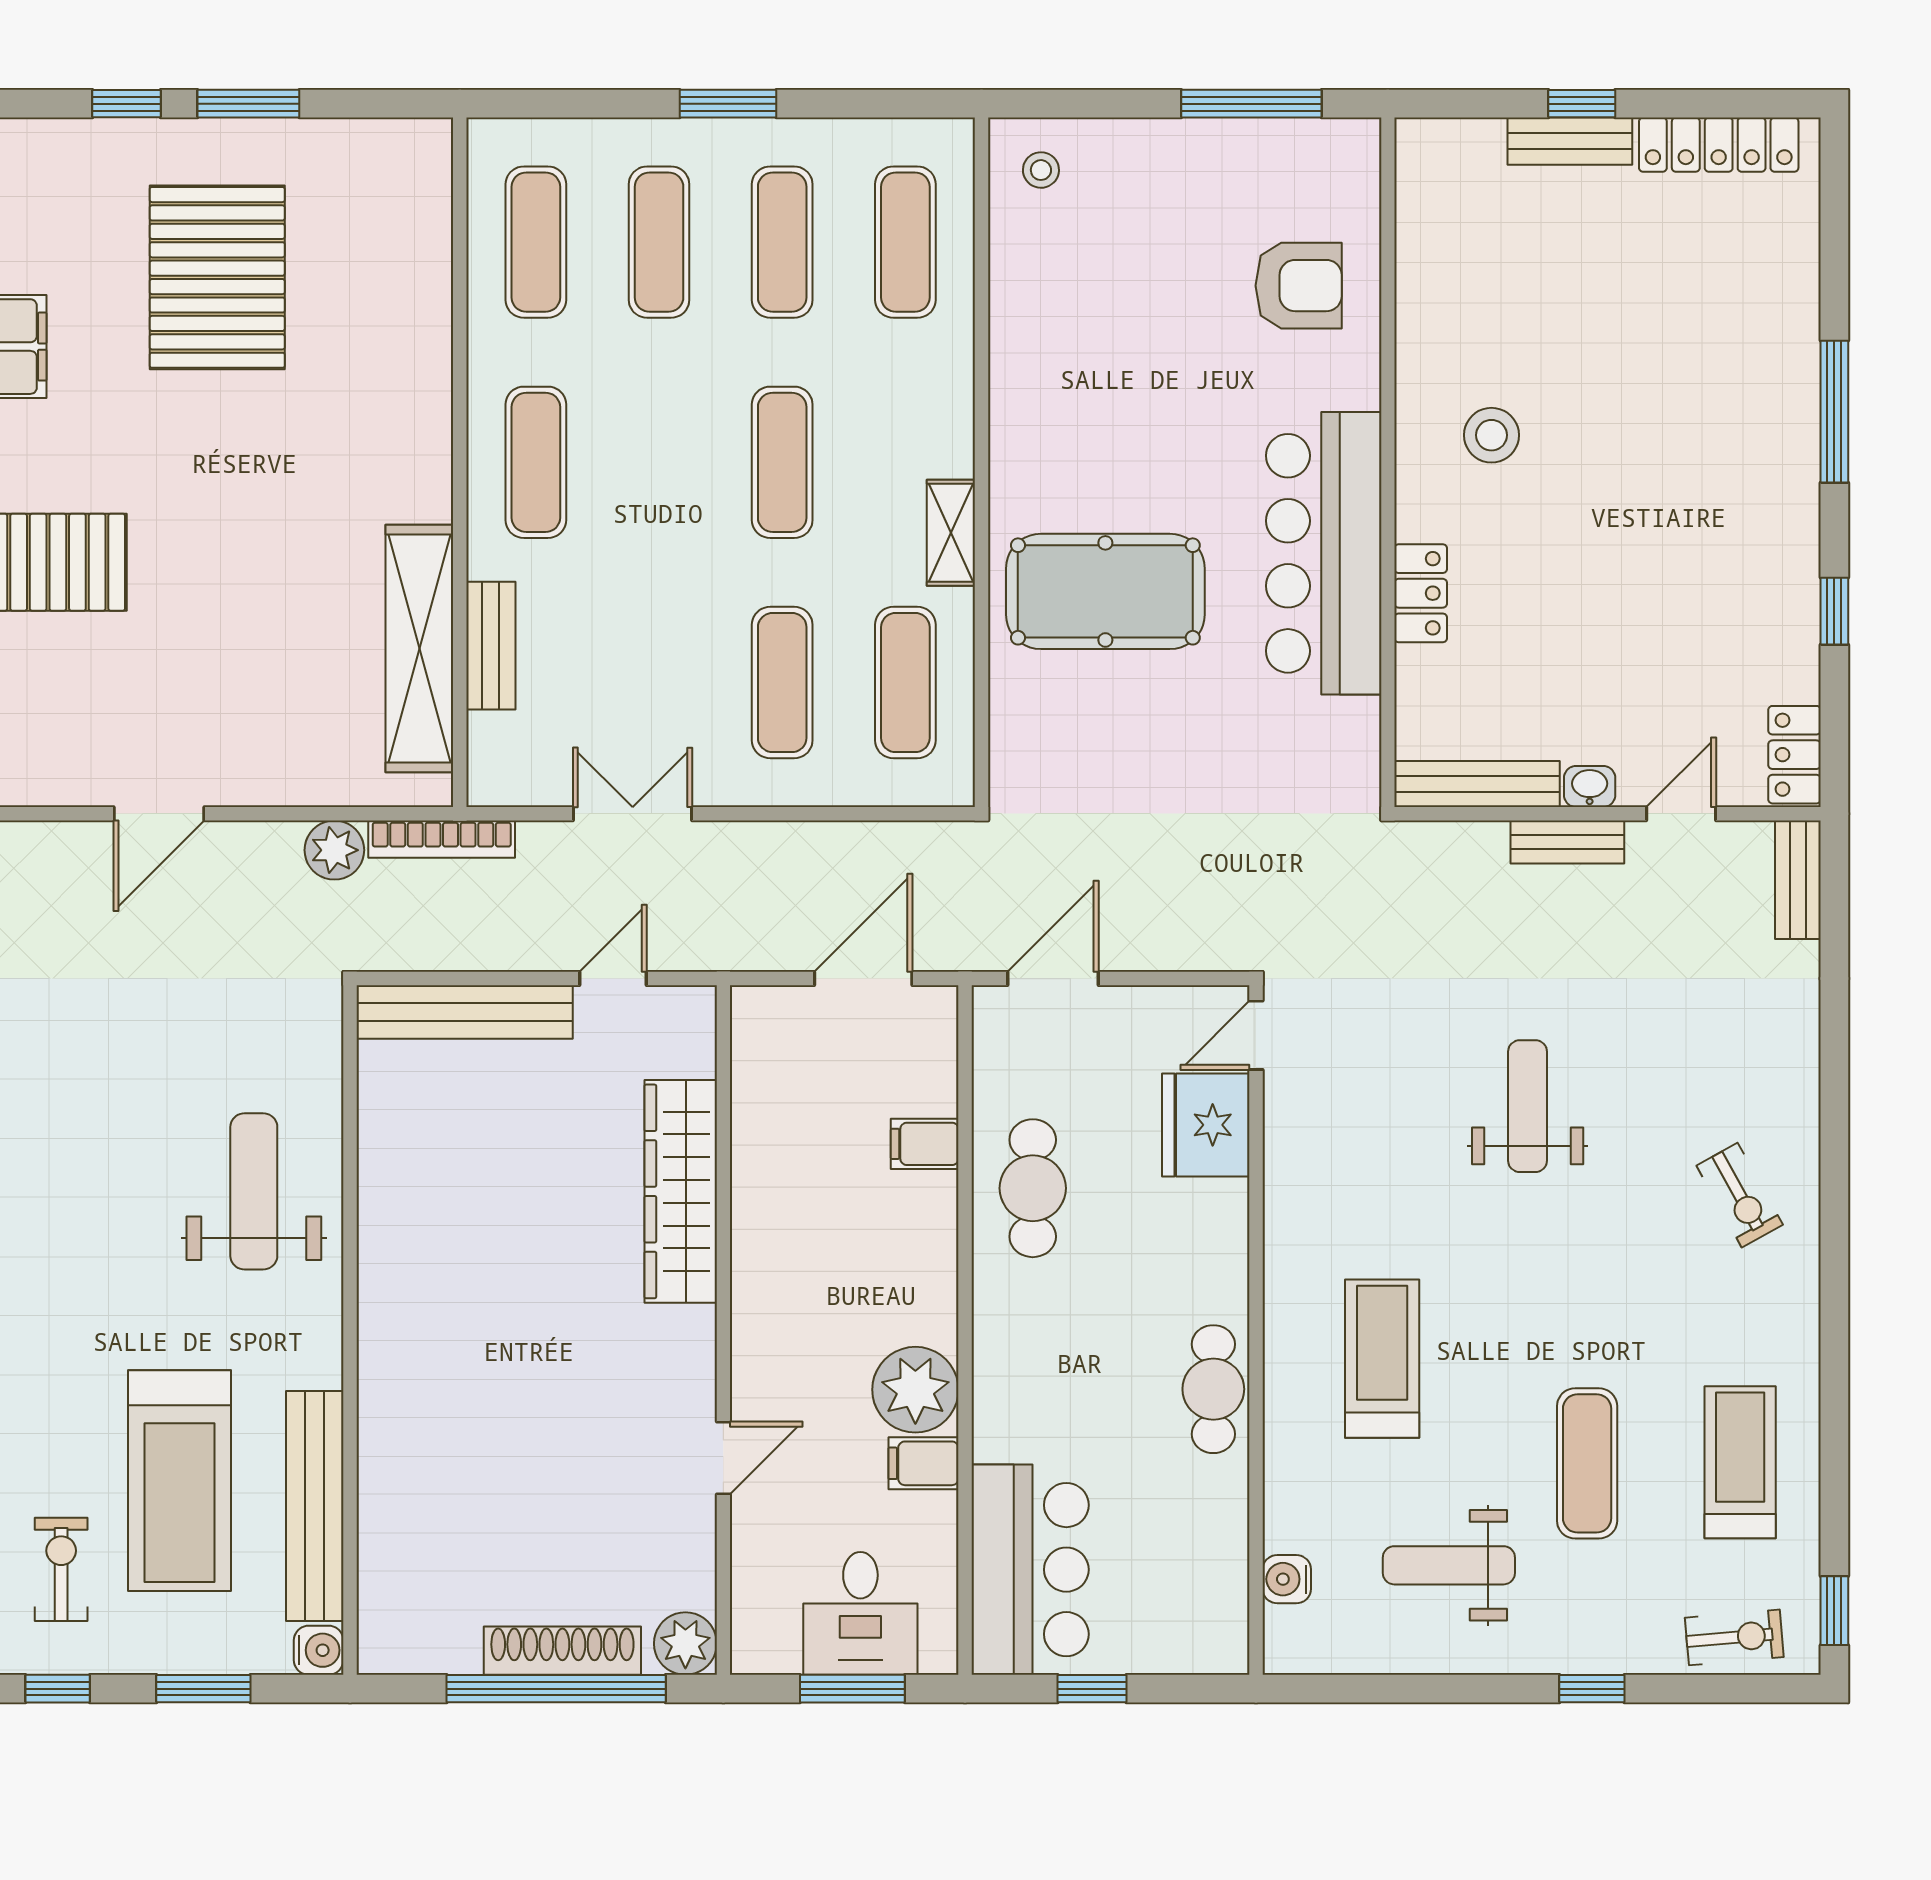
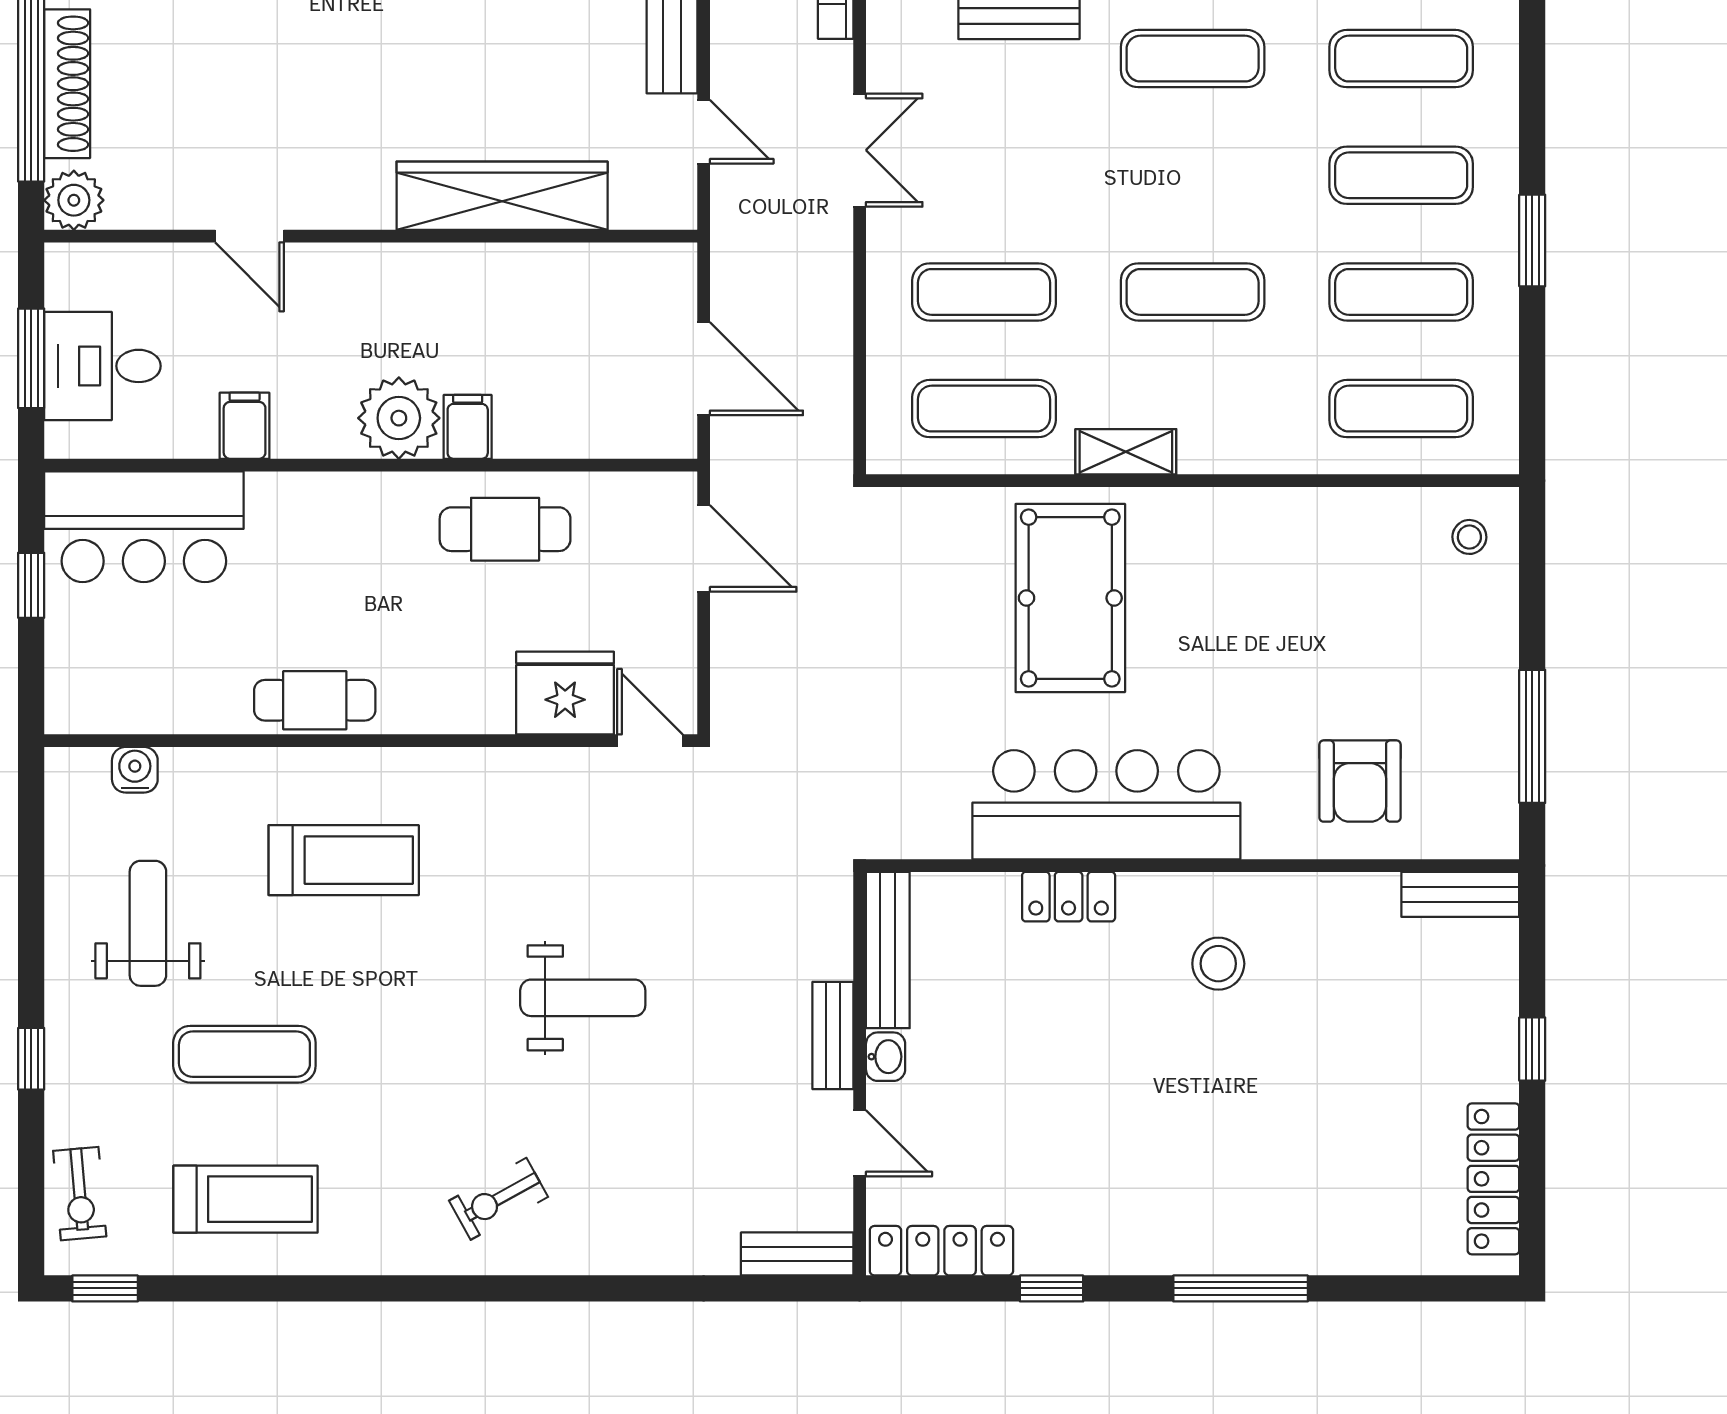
bench: (1570, 141) -> (1460, 894), moved, turned 90
locker: (1794, 755) -> (941, 1251), width x1.53
filing cabinet: (925, 1144) -> (468, 427), moved
plant: (915, 1390) -> (399, 418), moved

